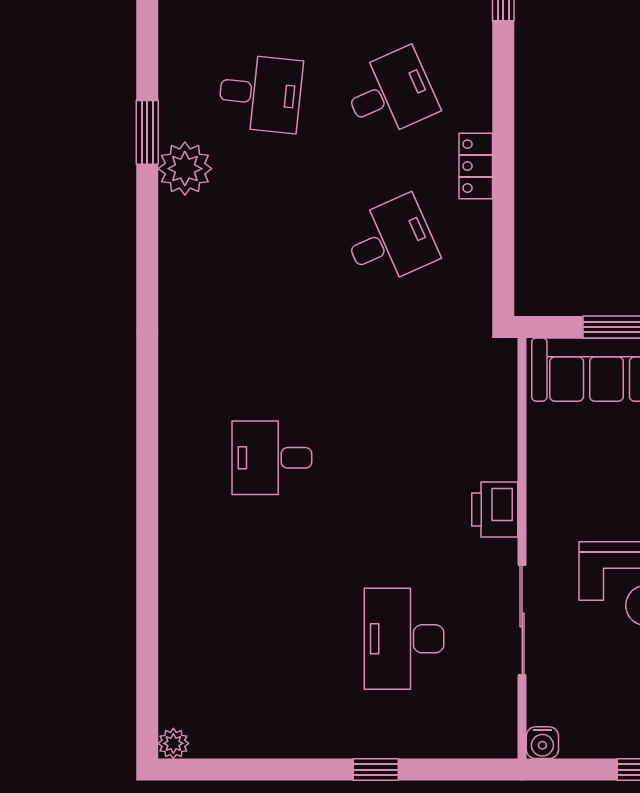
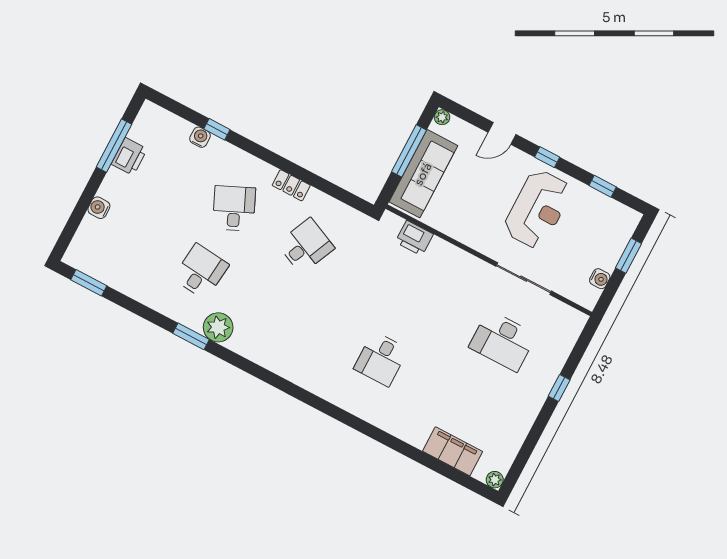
desk: (390, 241) -> (306, 246), turned 48
printer: (495, 509) -> (414, 238), moved
filing cabinet: (183, 652) -> (453, 451), added
water cooler: (542, 743) -> (600, 279), moved

